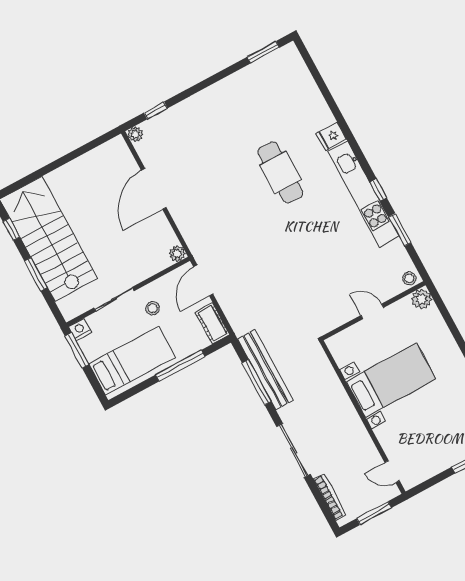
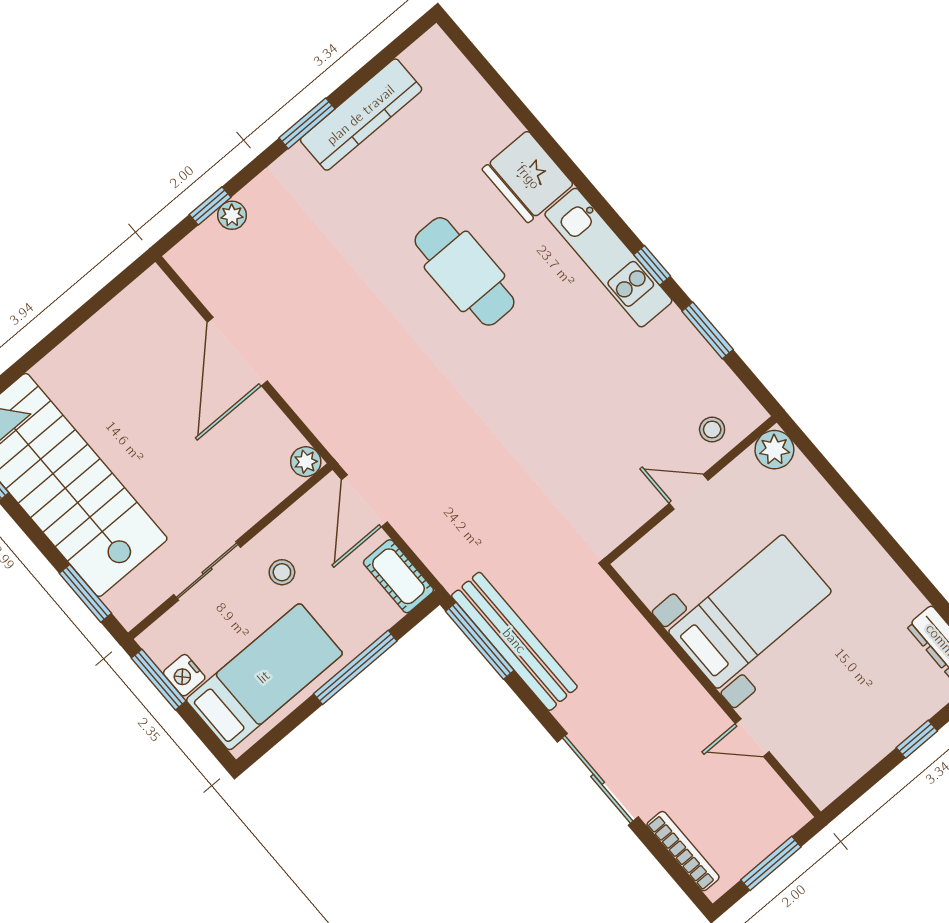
window: (263, 52) -> (307, 123), moved
kitchen counter: (244, 80) -> (361, 115), added
plant: (135, 134) -> (232, 215), moved
fridge: (331, 136) -> (528, 177), width x1.88, depth x1.34
kitchen unit: (363, 194) -> (608, 258), width x0.73
window: (36, 274) -> (85, 593), moved
stool: (409, 278) -> (712, 429), moved
nightstand: (80, 329) -> (184, 675), moved, turned -90
window: (257, 382) -> (480, 641), moved
door: (392, 472) -> (752, 738), moved

